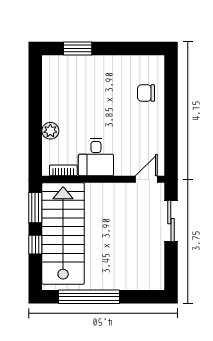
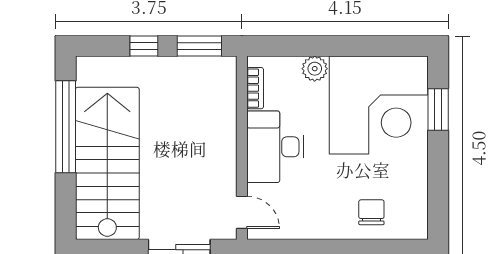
corner desk: (75, 88) -> (378, 105), added
desk: (96, 157) -> (275, 147), width x1.37
stairs: (63, 233) -> (107, 163), moved, turned -90

